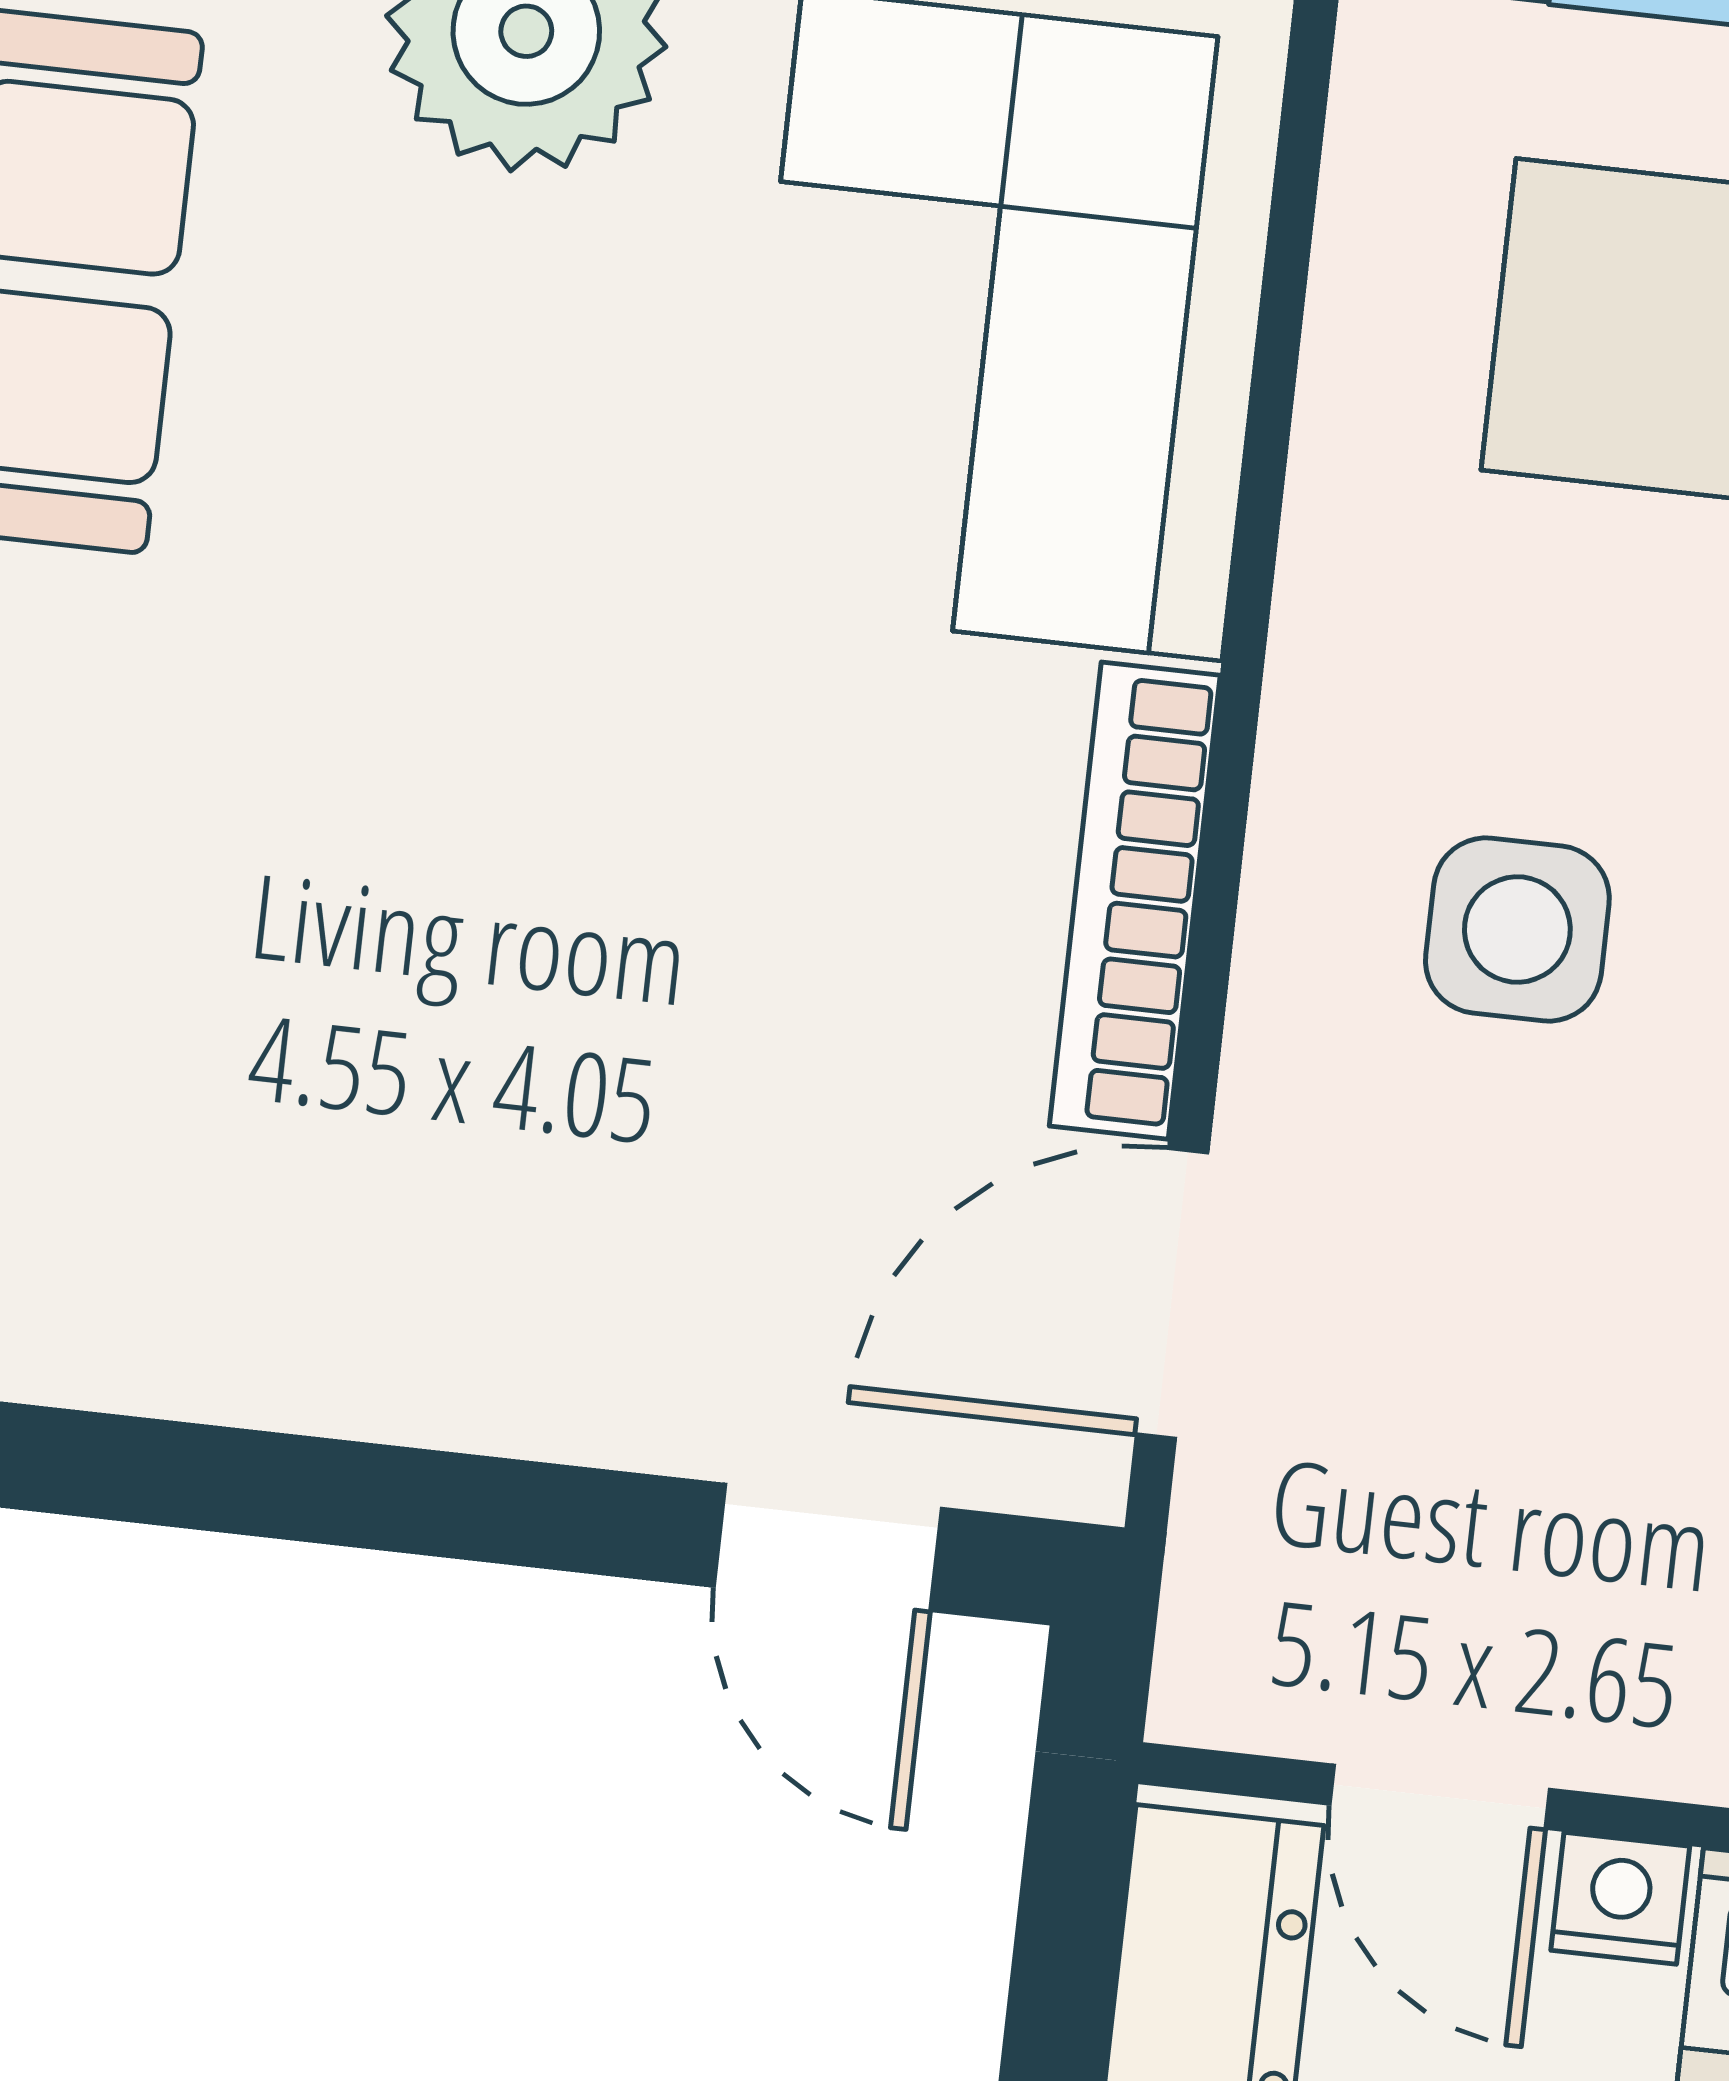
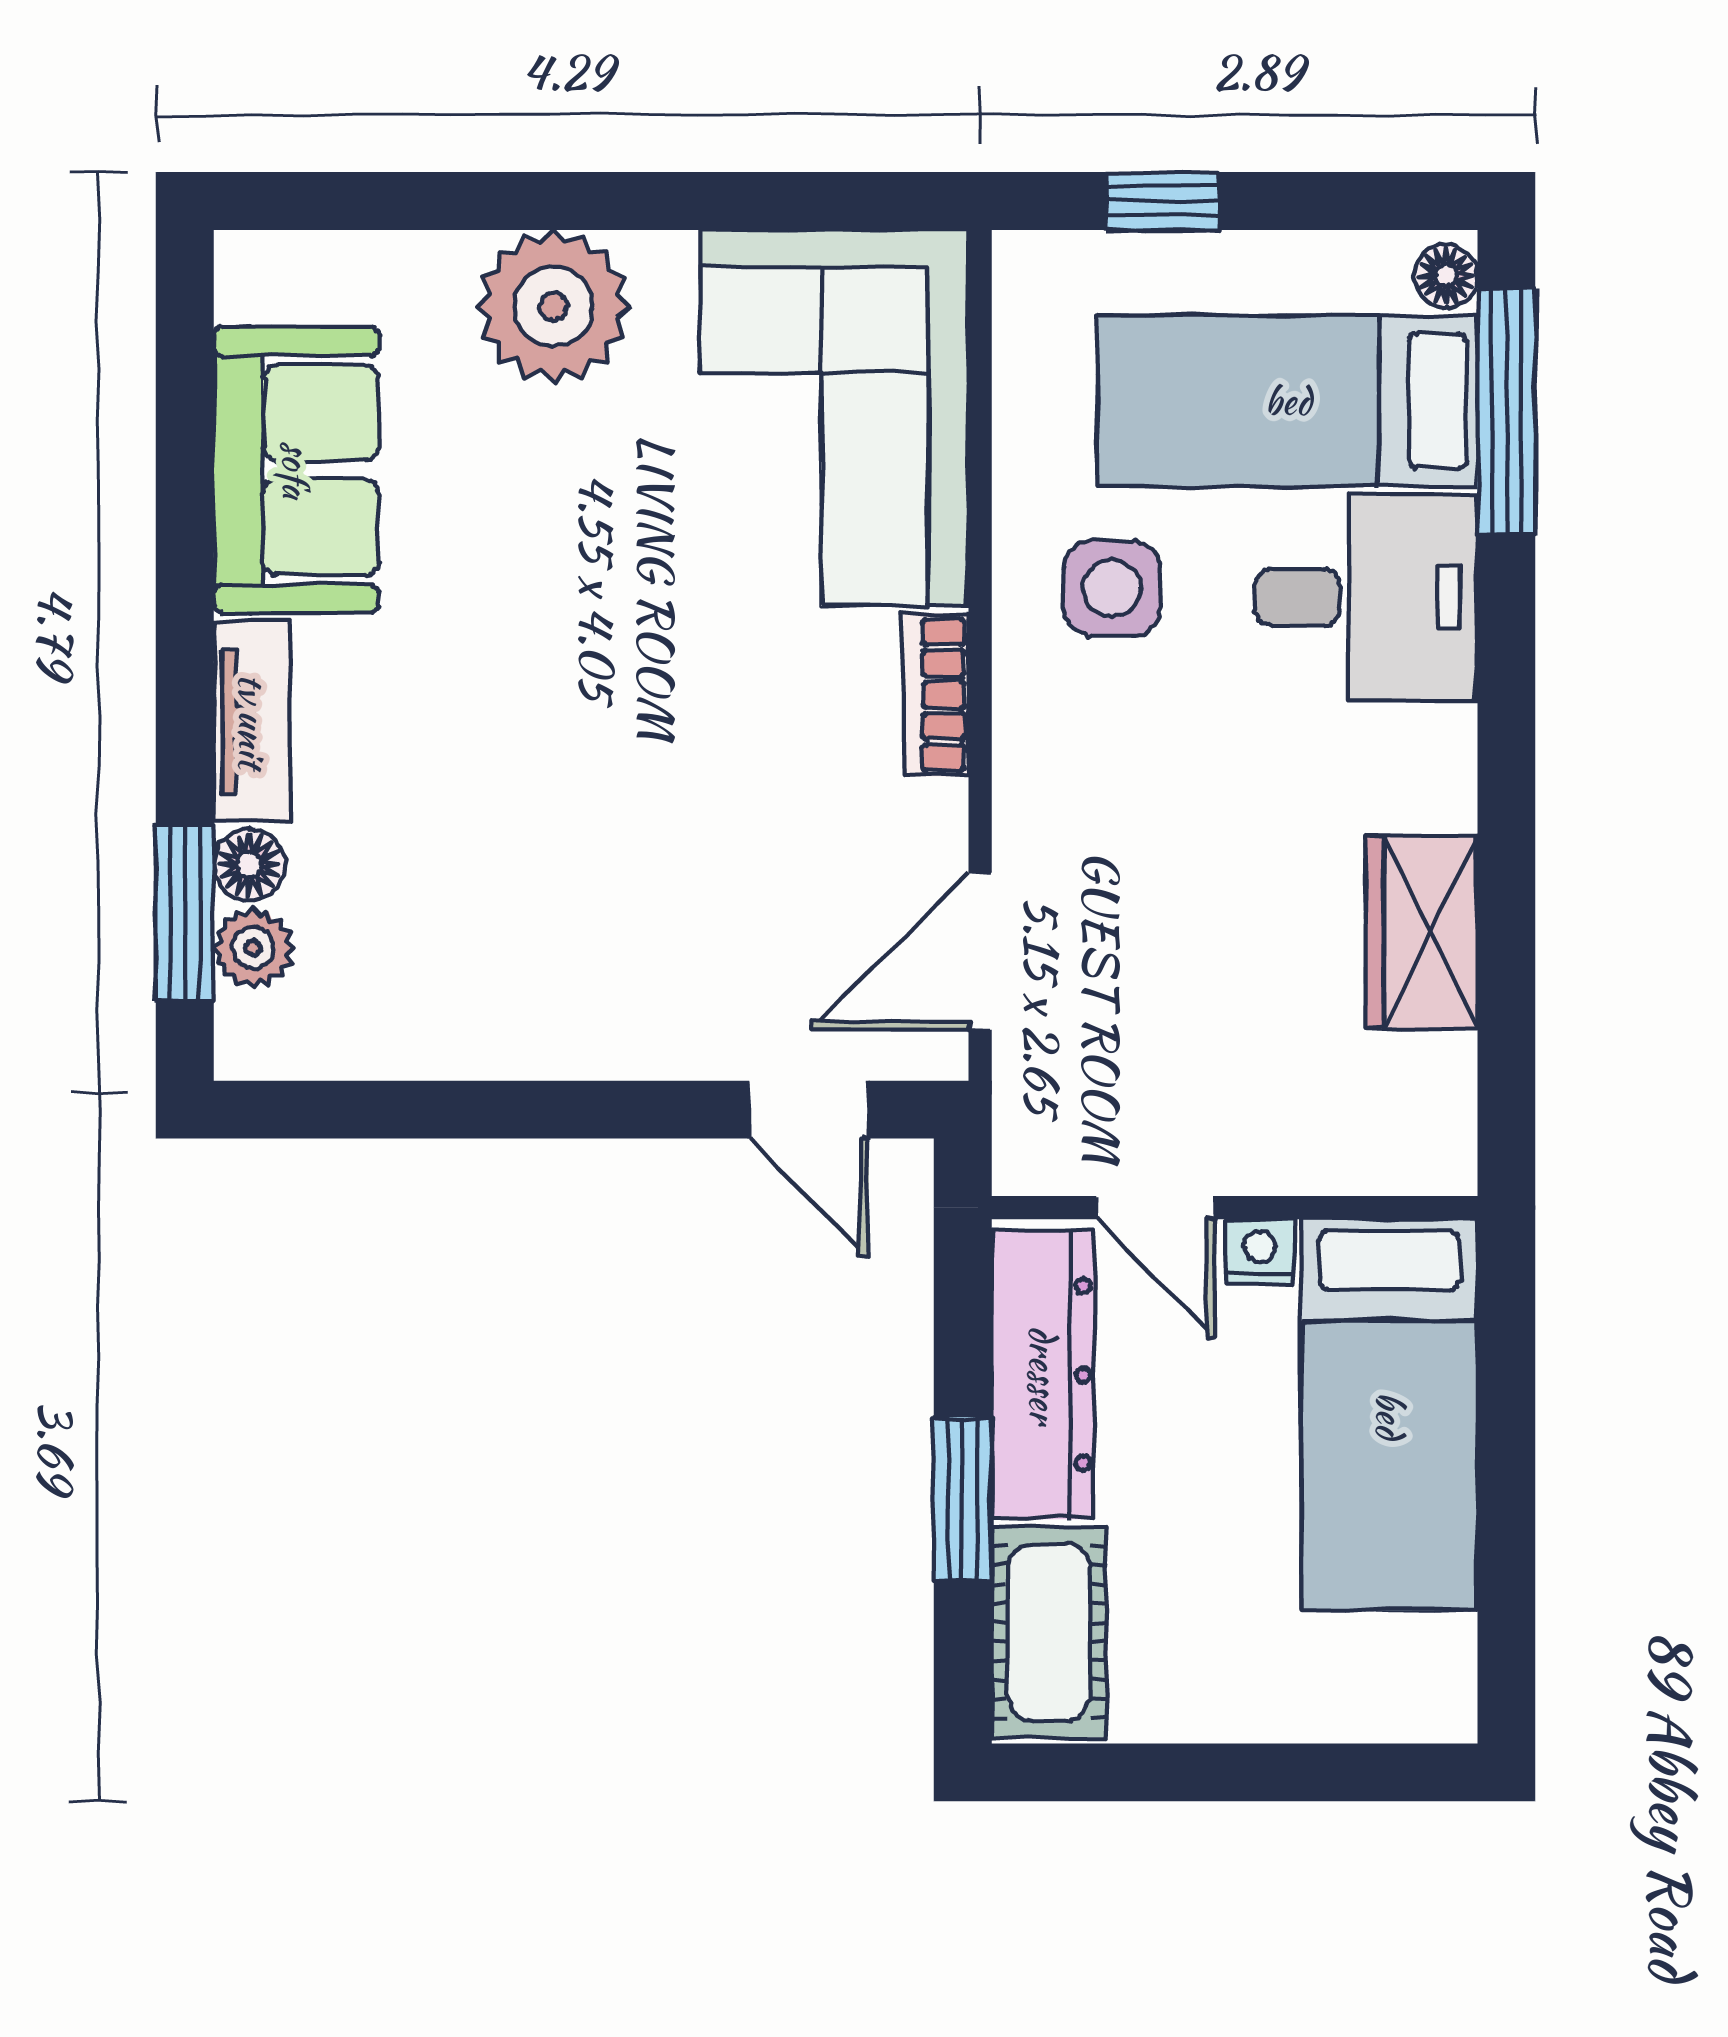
bookcase: (1135, 901) -> (936, 695), width x0.64
side table: (1517, 929) -> (1112, 588), moved

